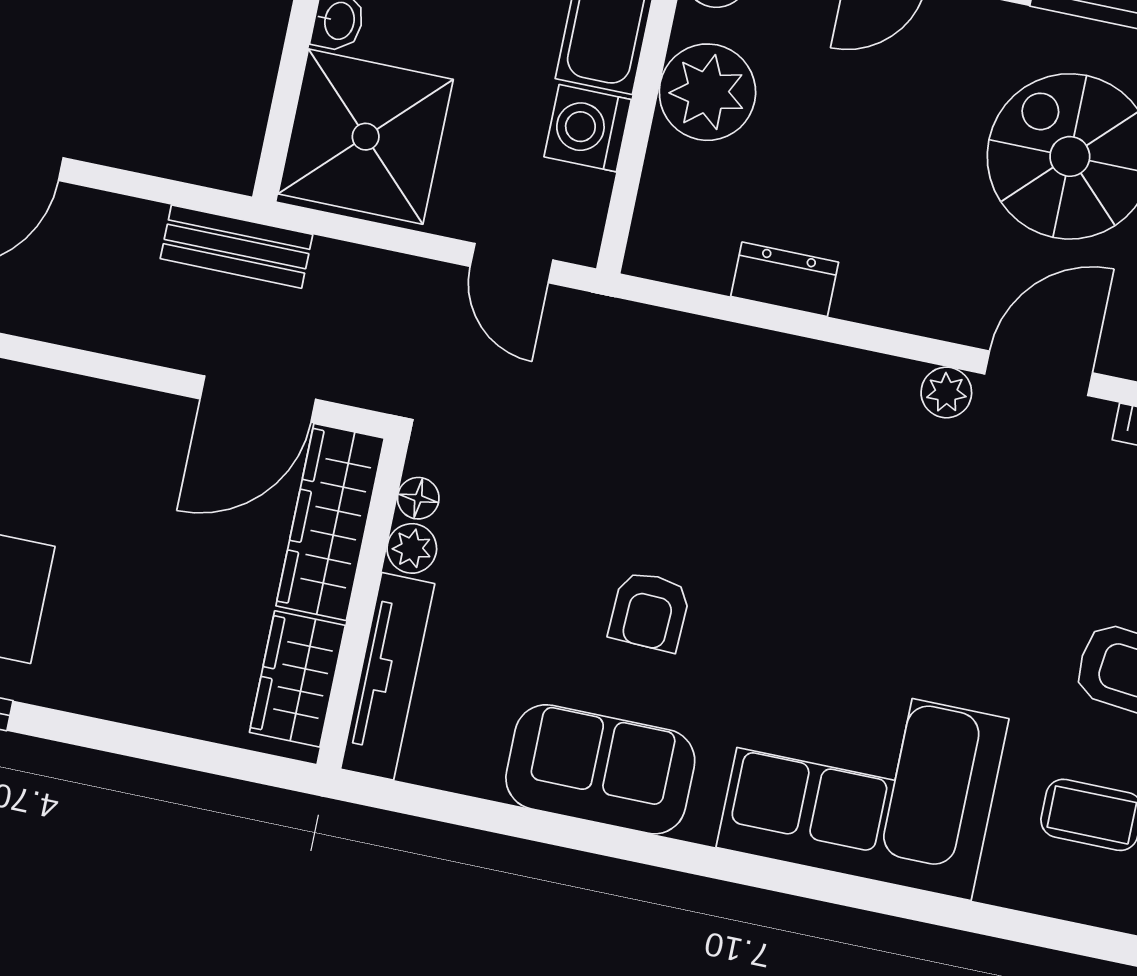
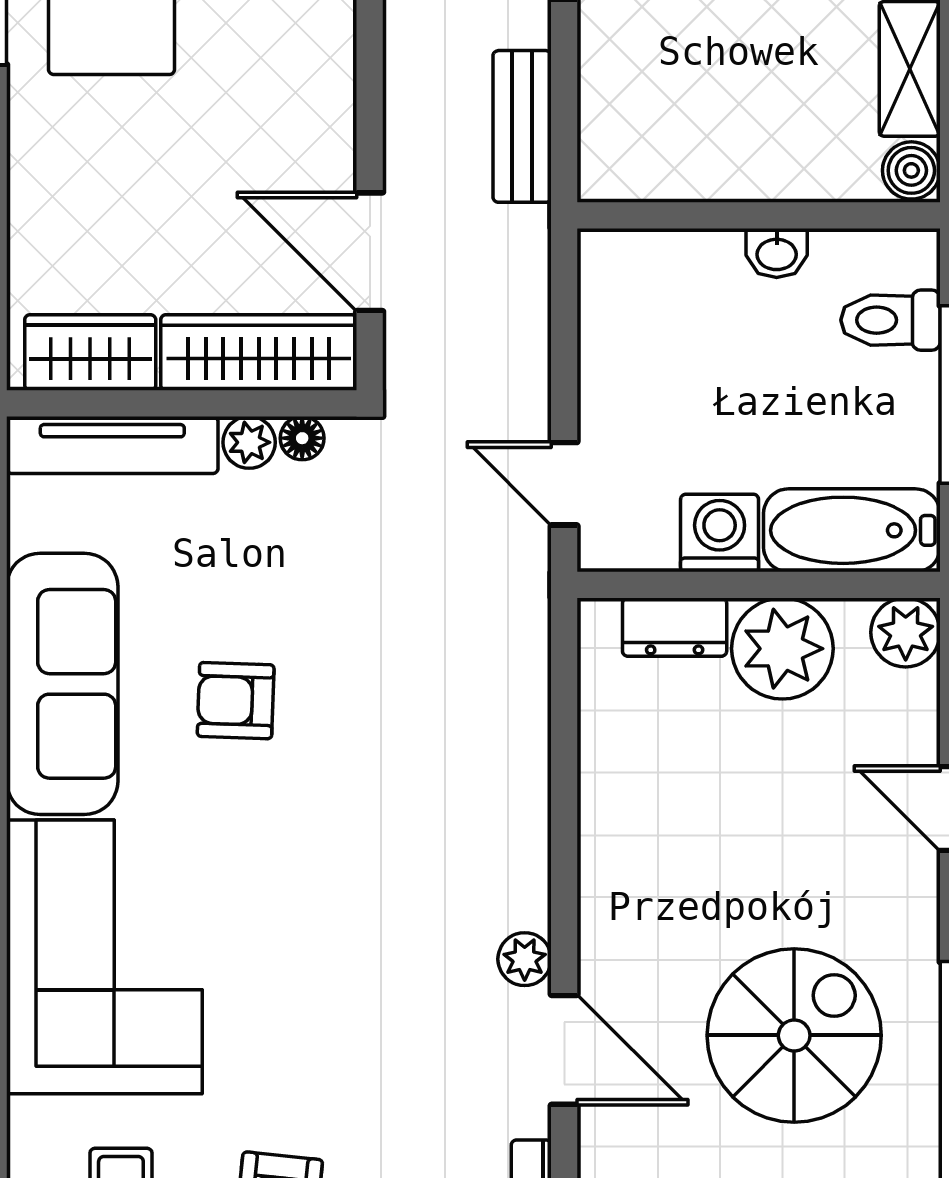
shower: (366, 137) -> (663, 306), removed
bench: (236, 247) -> (522, 126), moved
door: (512, 263) -> (564, 484), hinge flipped
dresser: (785, 279) -> (675, 627), moved, turned 90
sofa: (600, 769) -> (62, 684), width x1.36

